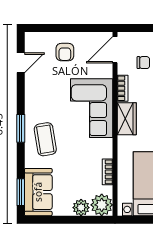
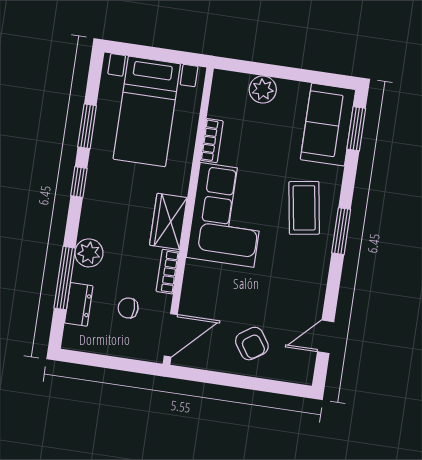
armchair: (65, 52) -> (252, 344), turned 146
corner sofa: (92, 108) -> (227, 215), moved
plant: (102, 205) -> (229, 89), removed

